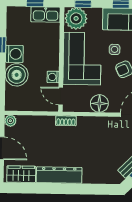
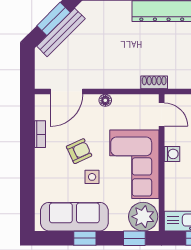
washing machine: (53, 77) -> (172, 154), moved
floor lamp: (99, 103) -> (105, 100), width x0.53, depth x0.53

